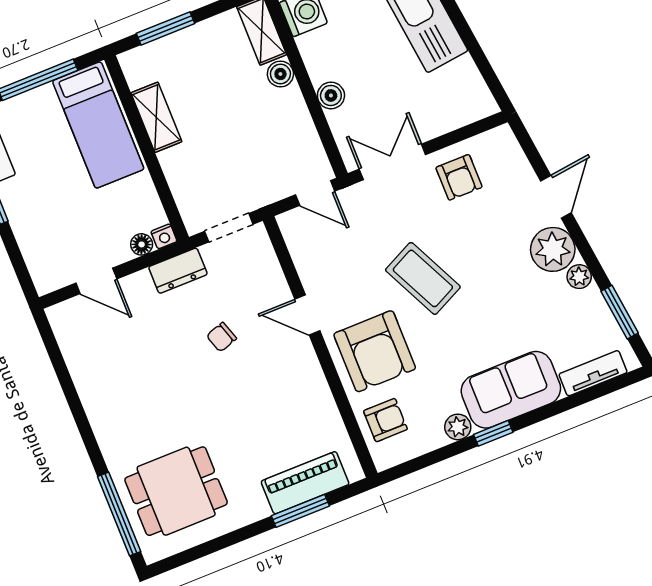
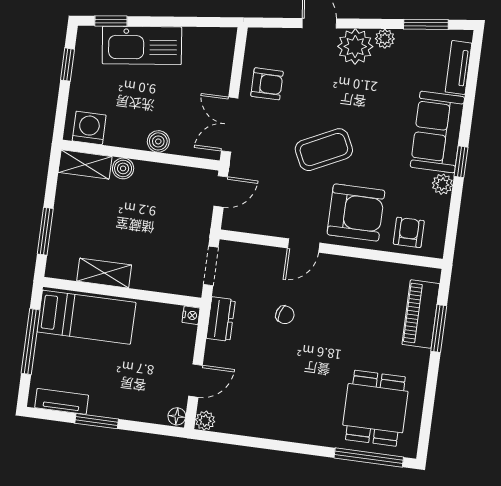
floor lamp: (142, 244) -> (177, 416), moved
plant: (59, 316) -> (205, 421), added
chair: (222, 337) -> (285, 315), turned -54

